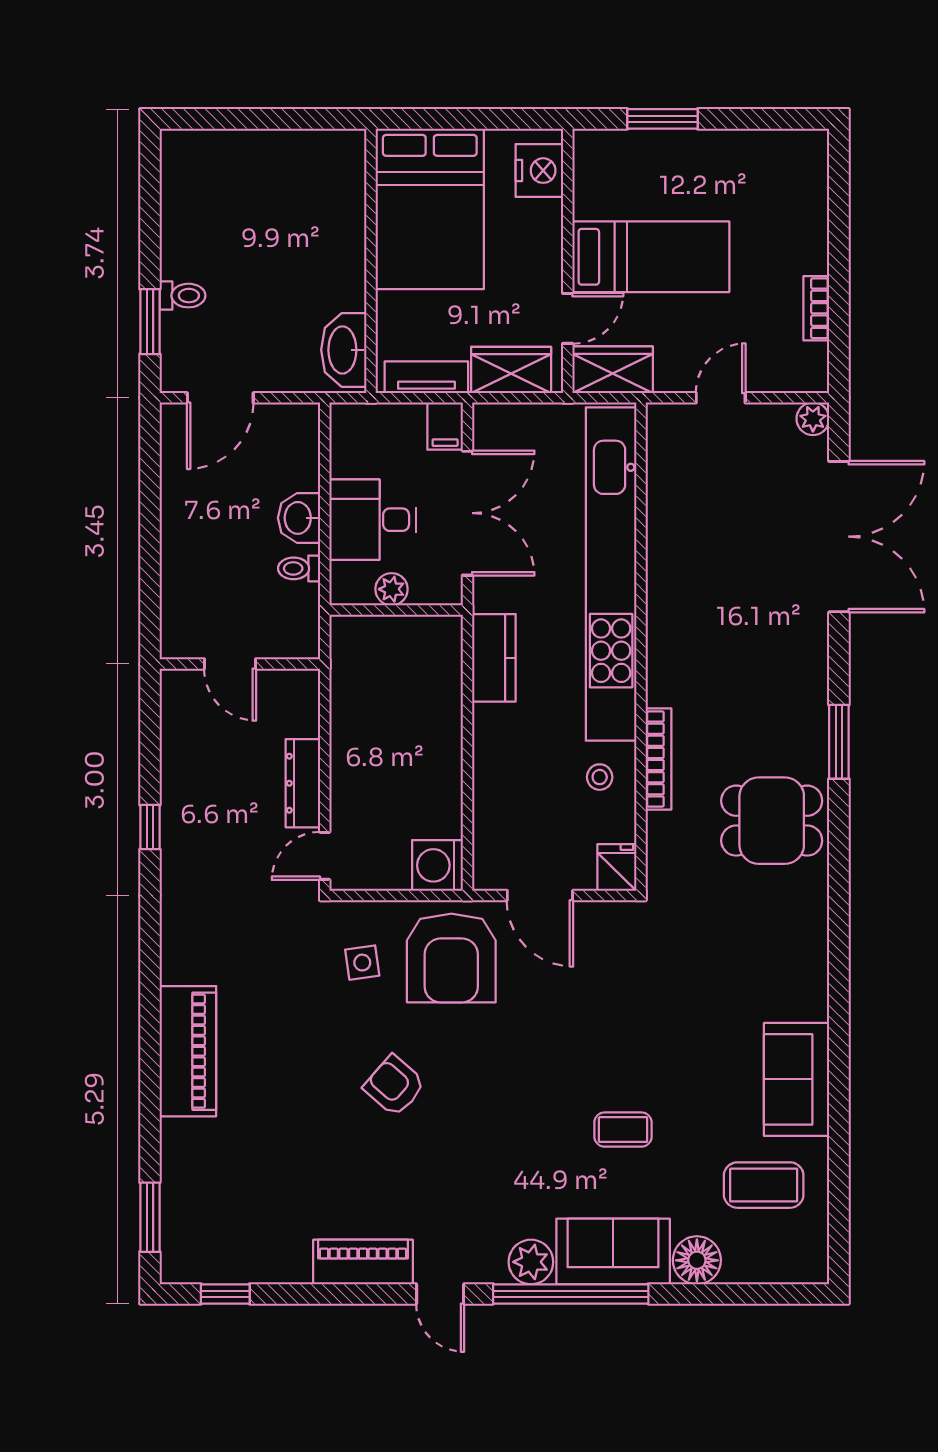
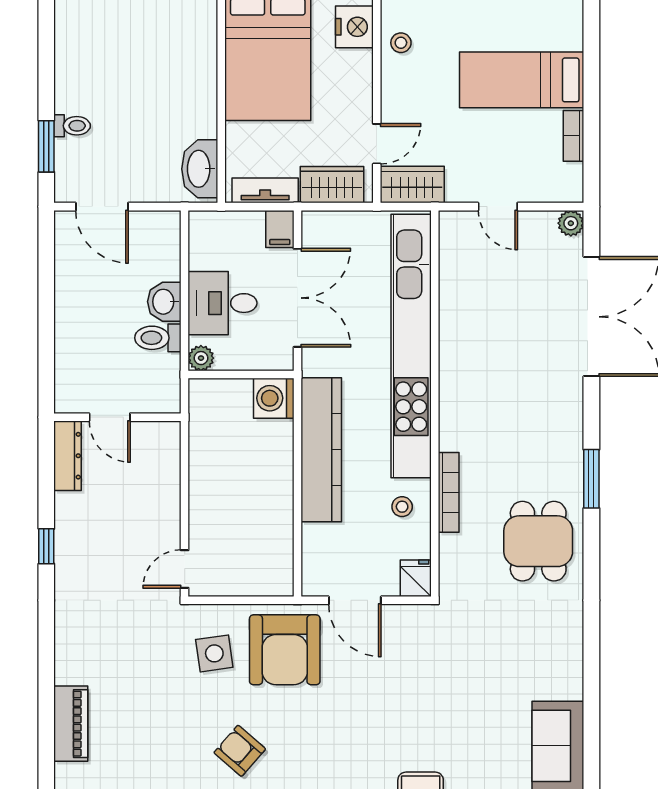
stool: (598, 191) -> (401, 43), added
bed: (651, 257) -> (522, 80), moved, turned 180
door: (220, 398) -> (102, 207), hinge flipped
door: (721, 398) -> (498, 207), swing flipped
toilet: (299, 568) -> (158, 338), width x1.37, depth x1.39
plant: (392, 589) -> (201, 358), moved
kitchen counter: (494, 658) -> (321, 450), width x2.08, depth x1.17
dresser: (303, 783) -> (68, 456), moved, turned 180
dining table: (772, 821) -> (538, 541), turned 90
washing machine: (437, 865) -> (274, 398), moved
side table: (362, 963) -> (214, 653), width x1.37, depth x1.37
piano: (188, 1051) -> (71, 724), width x0.73, depth x0.75

